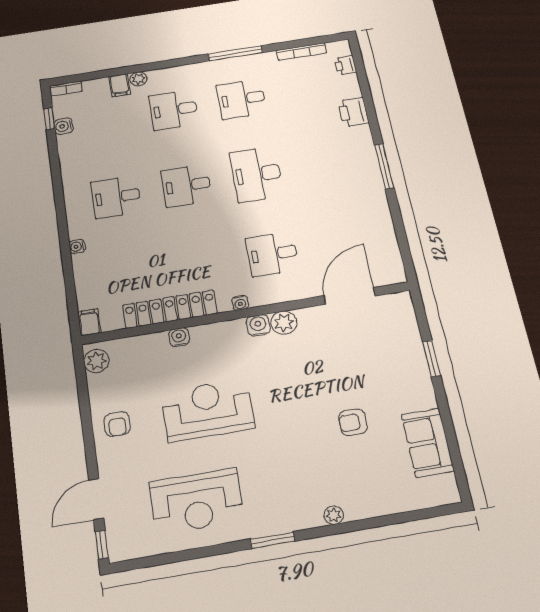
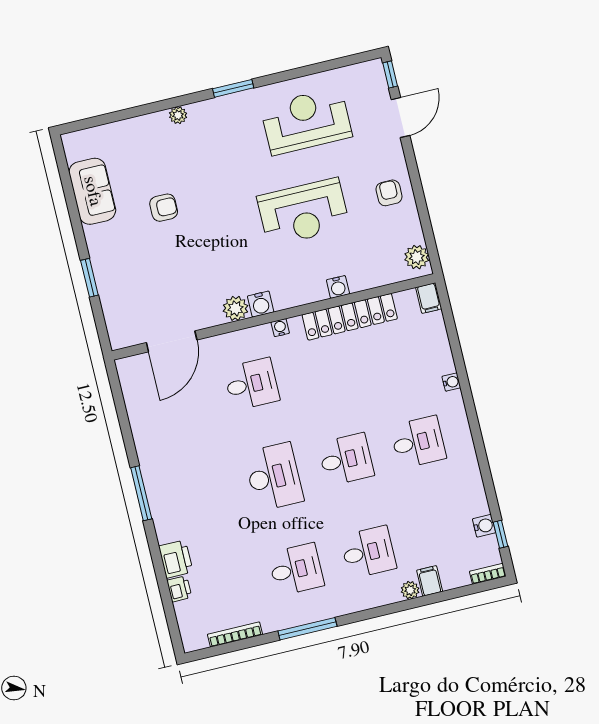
printer: (345, 65) -> (179, 589), moved

